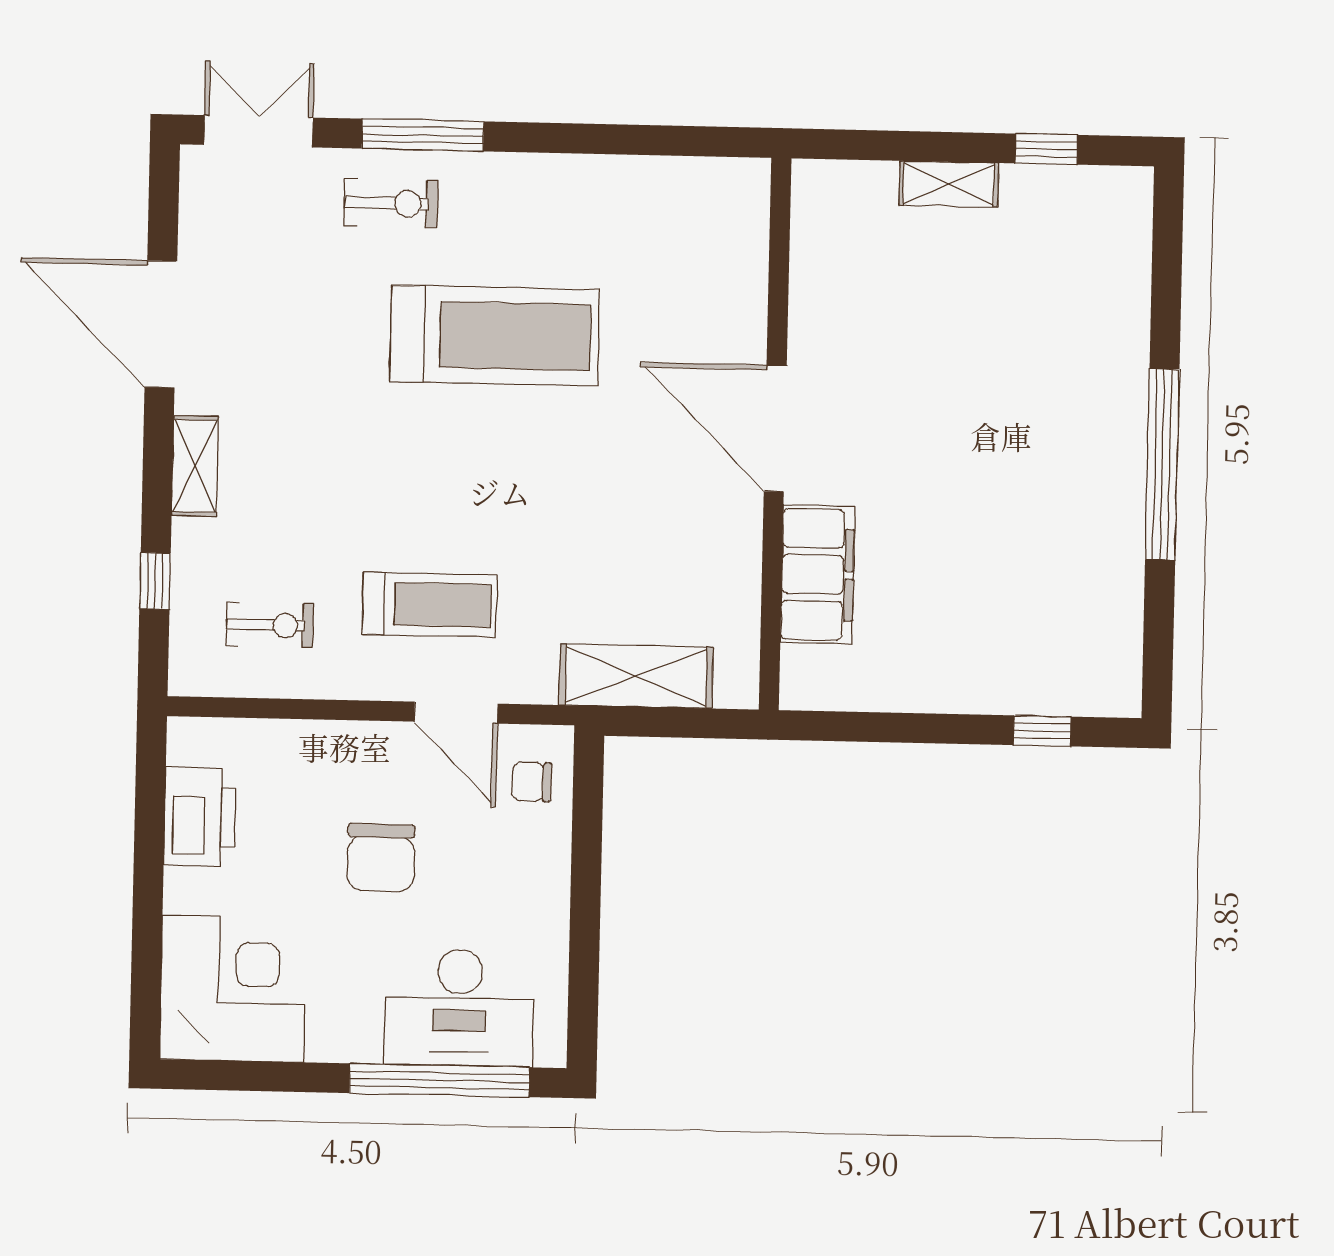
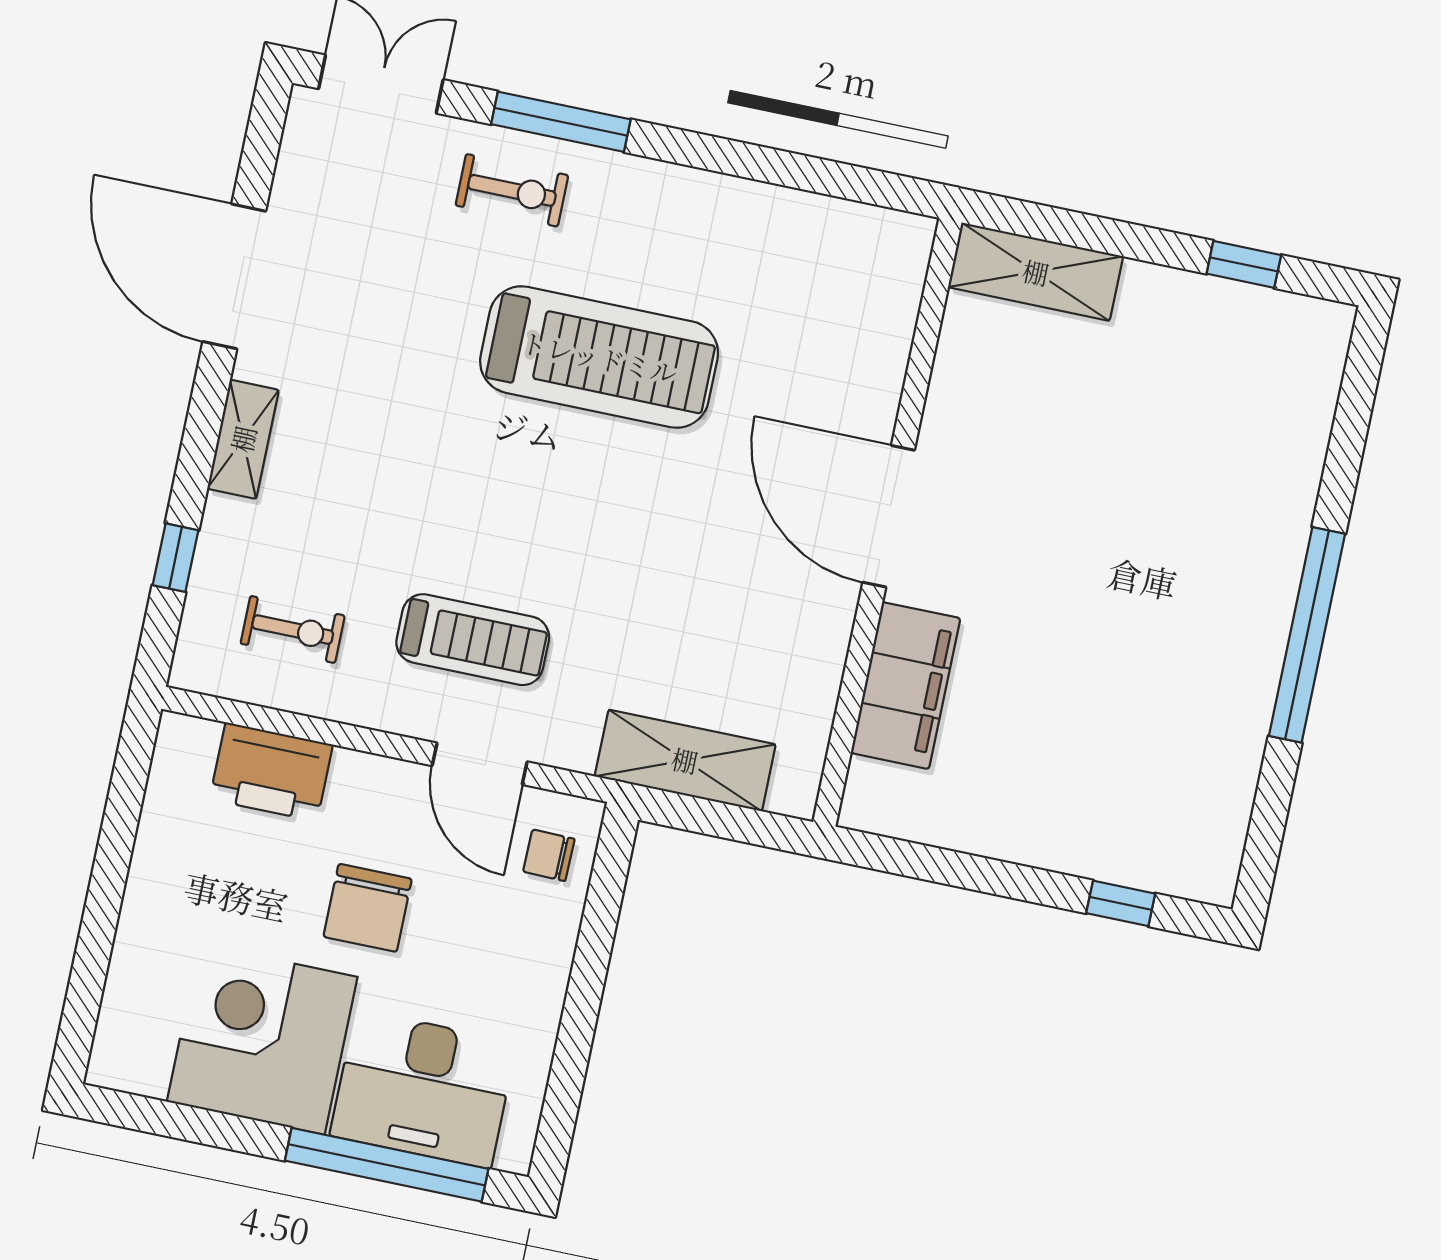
shelving: (949, 184) -> (1036, 272), moved, width x1.50, depth x1.33
printer: (200, 817) -> (271, 772), moved, turned 90
corner desk: (233, 989) -> (262, 1039), moved, turned -90

